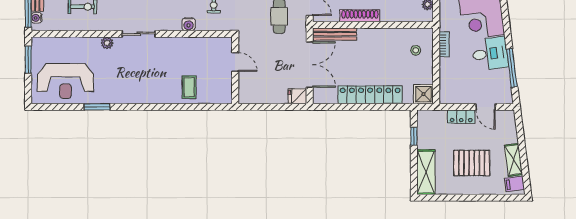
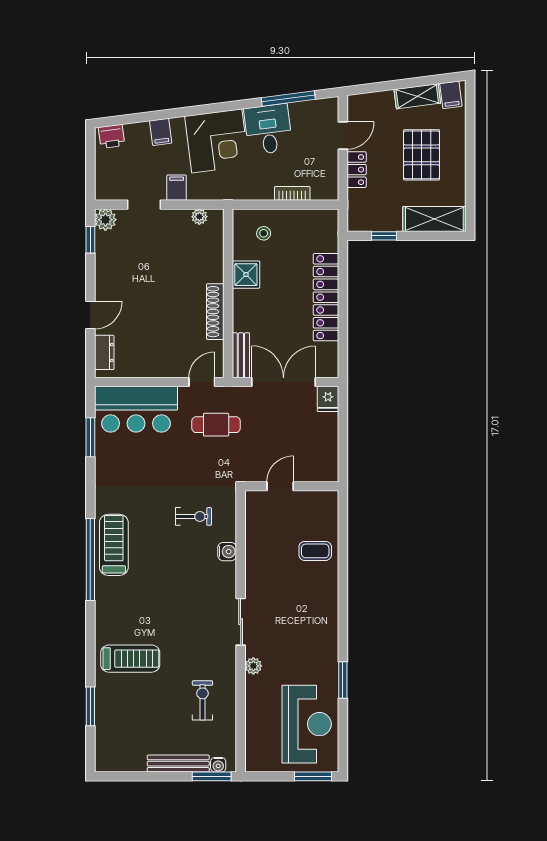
bench: (335, 34) -> (241, 355), width x0.73
bookcase: (444, 44) -> (292, 193), moved
window: (28, 60) -> (313, 776), moved
shower: (423, 94) -> (246, 275), moved

